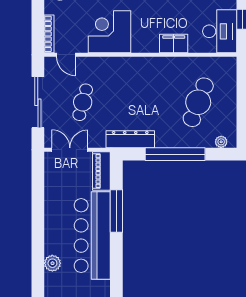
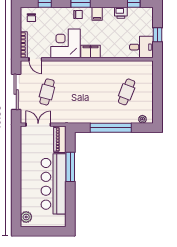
desk: (220, 31) -> (141, 47), width x0.73
filing cabinet: (174, 44) -> (91, 51), moved
cafe table: (198, 102) -> (127, 92), width x0.73, depth x0.74
dresser: (130, 139) -> (80, 117), removed
plant: (52, 263) -> (26, 217), moved

